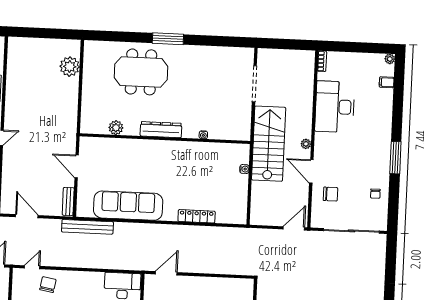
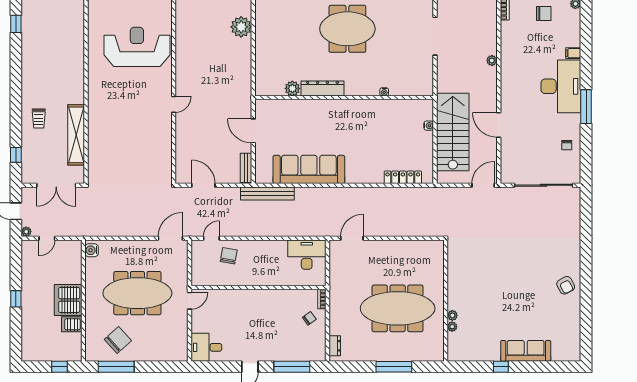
meeting table: (141, 72) -> (347, 29), moved
filing cabinet: (387, 82) -> (573, 53), moved
desk: (335, 107) -> (561, 86), moved, turned 180
dresser: (161, 130) -> (322, 88), moved
stairs: (269, 144) -> (453, 132), moved
plant: (306, 144) -> (492, 60), moved
chair: (331, 194) -> (544, 13), moved
locker: (197, 216) -> (403, 177), moved

